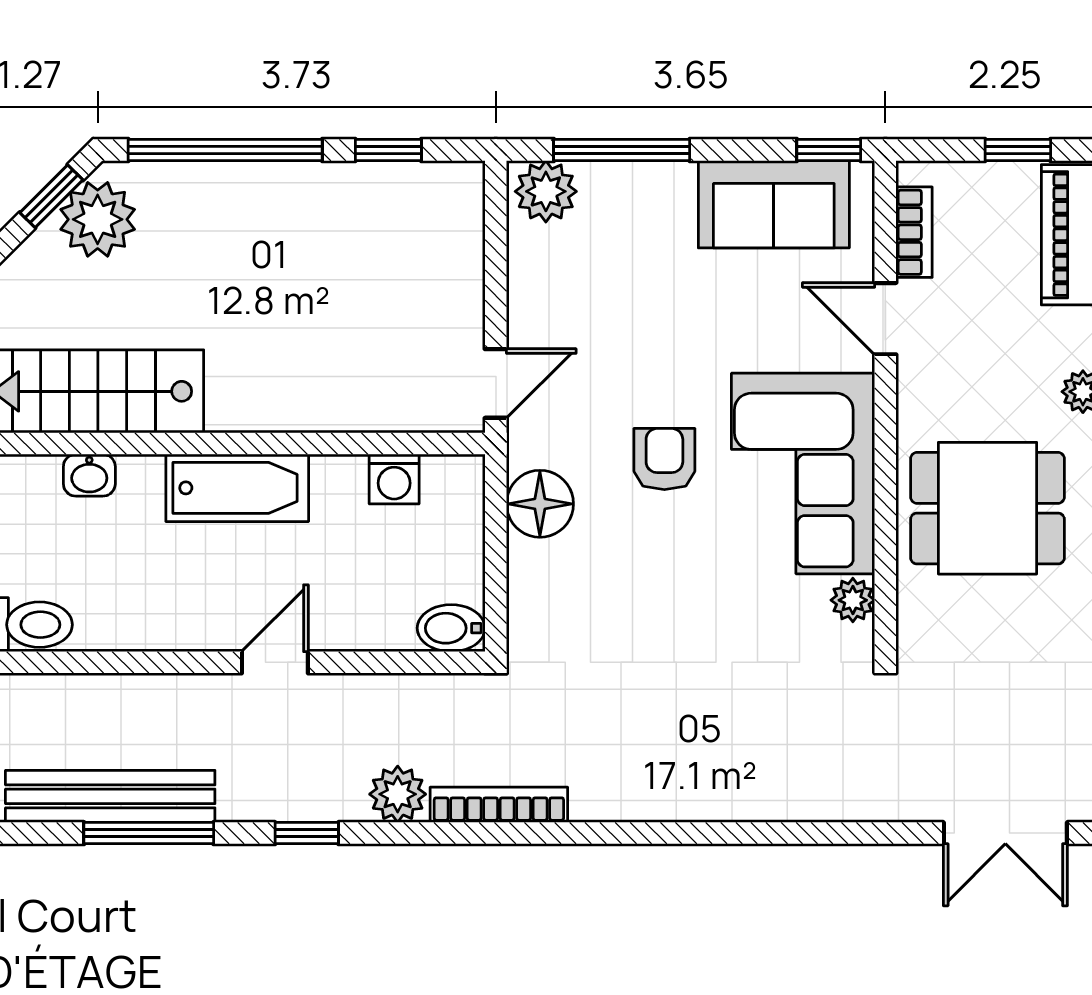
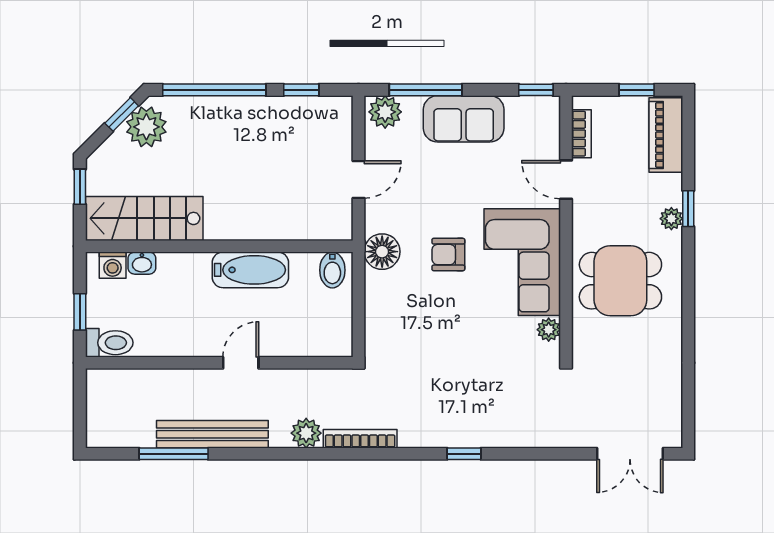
sofa: (774, 204) -> (464, 119), moved
door: (496, 383) -> (358, 180), moved
armchair: (664, 459) -> (448, 255), turned -90
washing machine: (394, 479) -> (113, 265), moved
bathtub: (237, 488) -> (250, 270), moved
floor lamp: (540, 504) -> (382, 252), moved
bidet: (451, 628) -> (332, 270), moved, turned -90
bench: (110, 796) -> (212, 434), moved
window: (307, 833) -> (464, 454), moved

